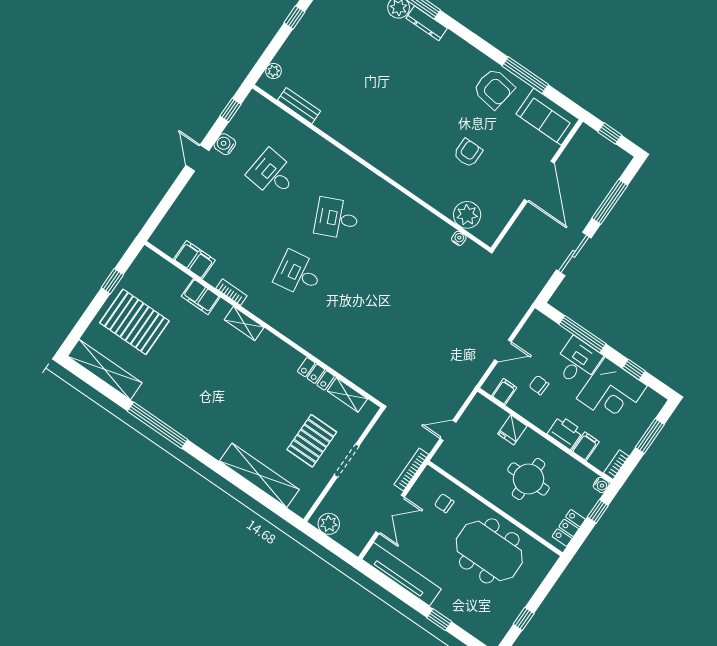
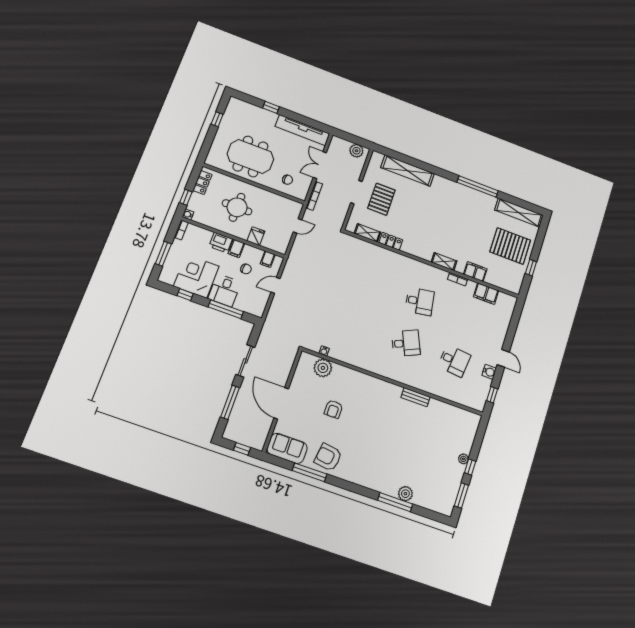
dresser: (427, 23) -> (384, 488), removed
plant: (273, 71) -> (463, 459), moved
bench: (299, 106) -> (416, 397), moved
filing cabinet: (585, 446) -> (236, 248), moved

